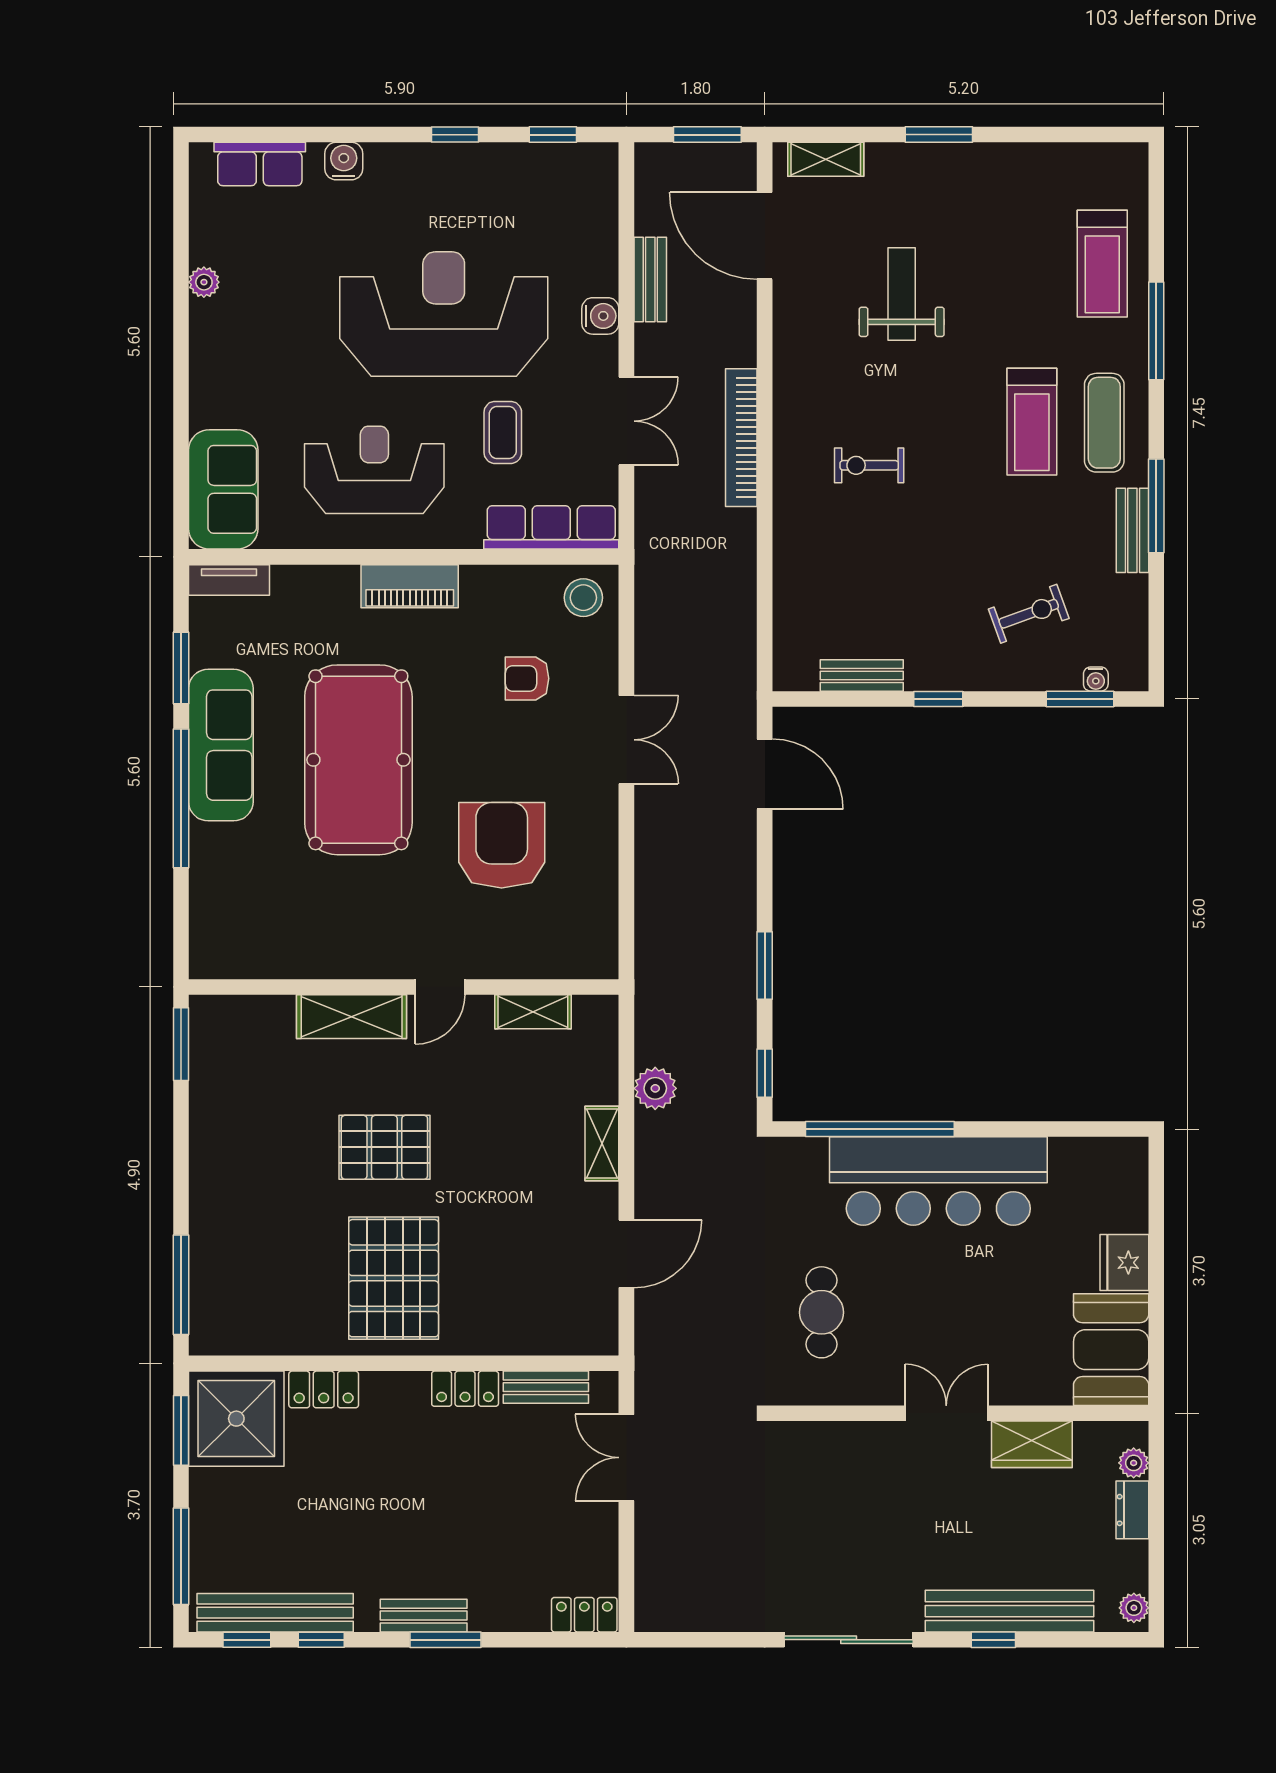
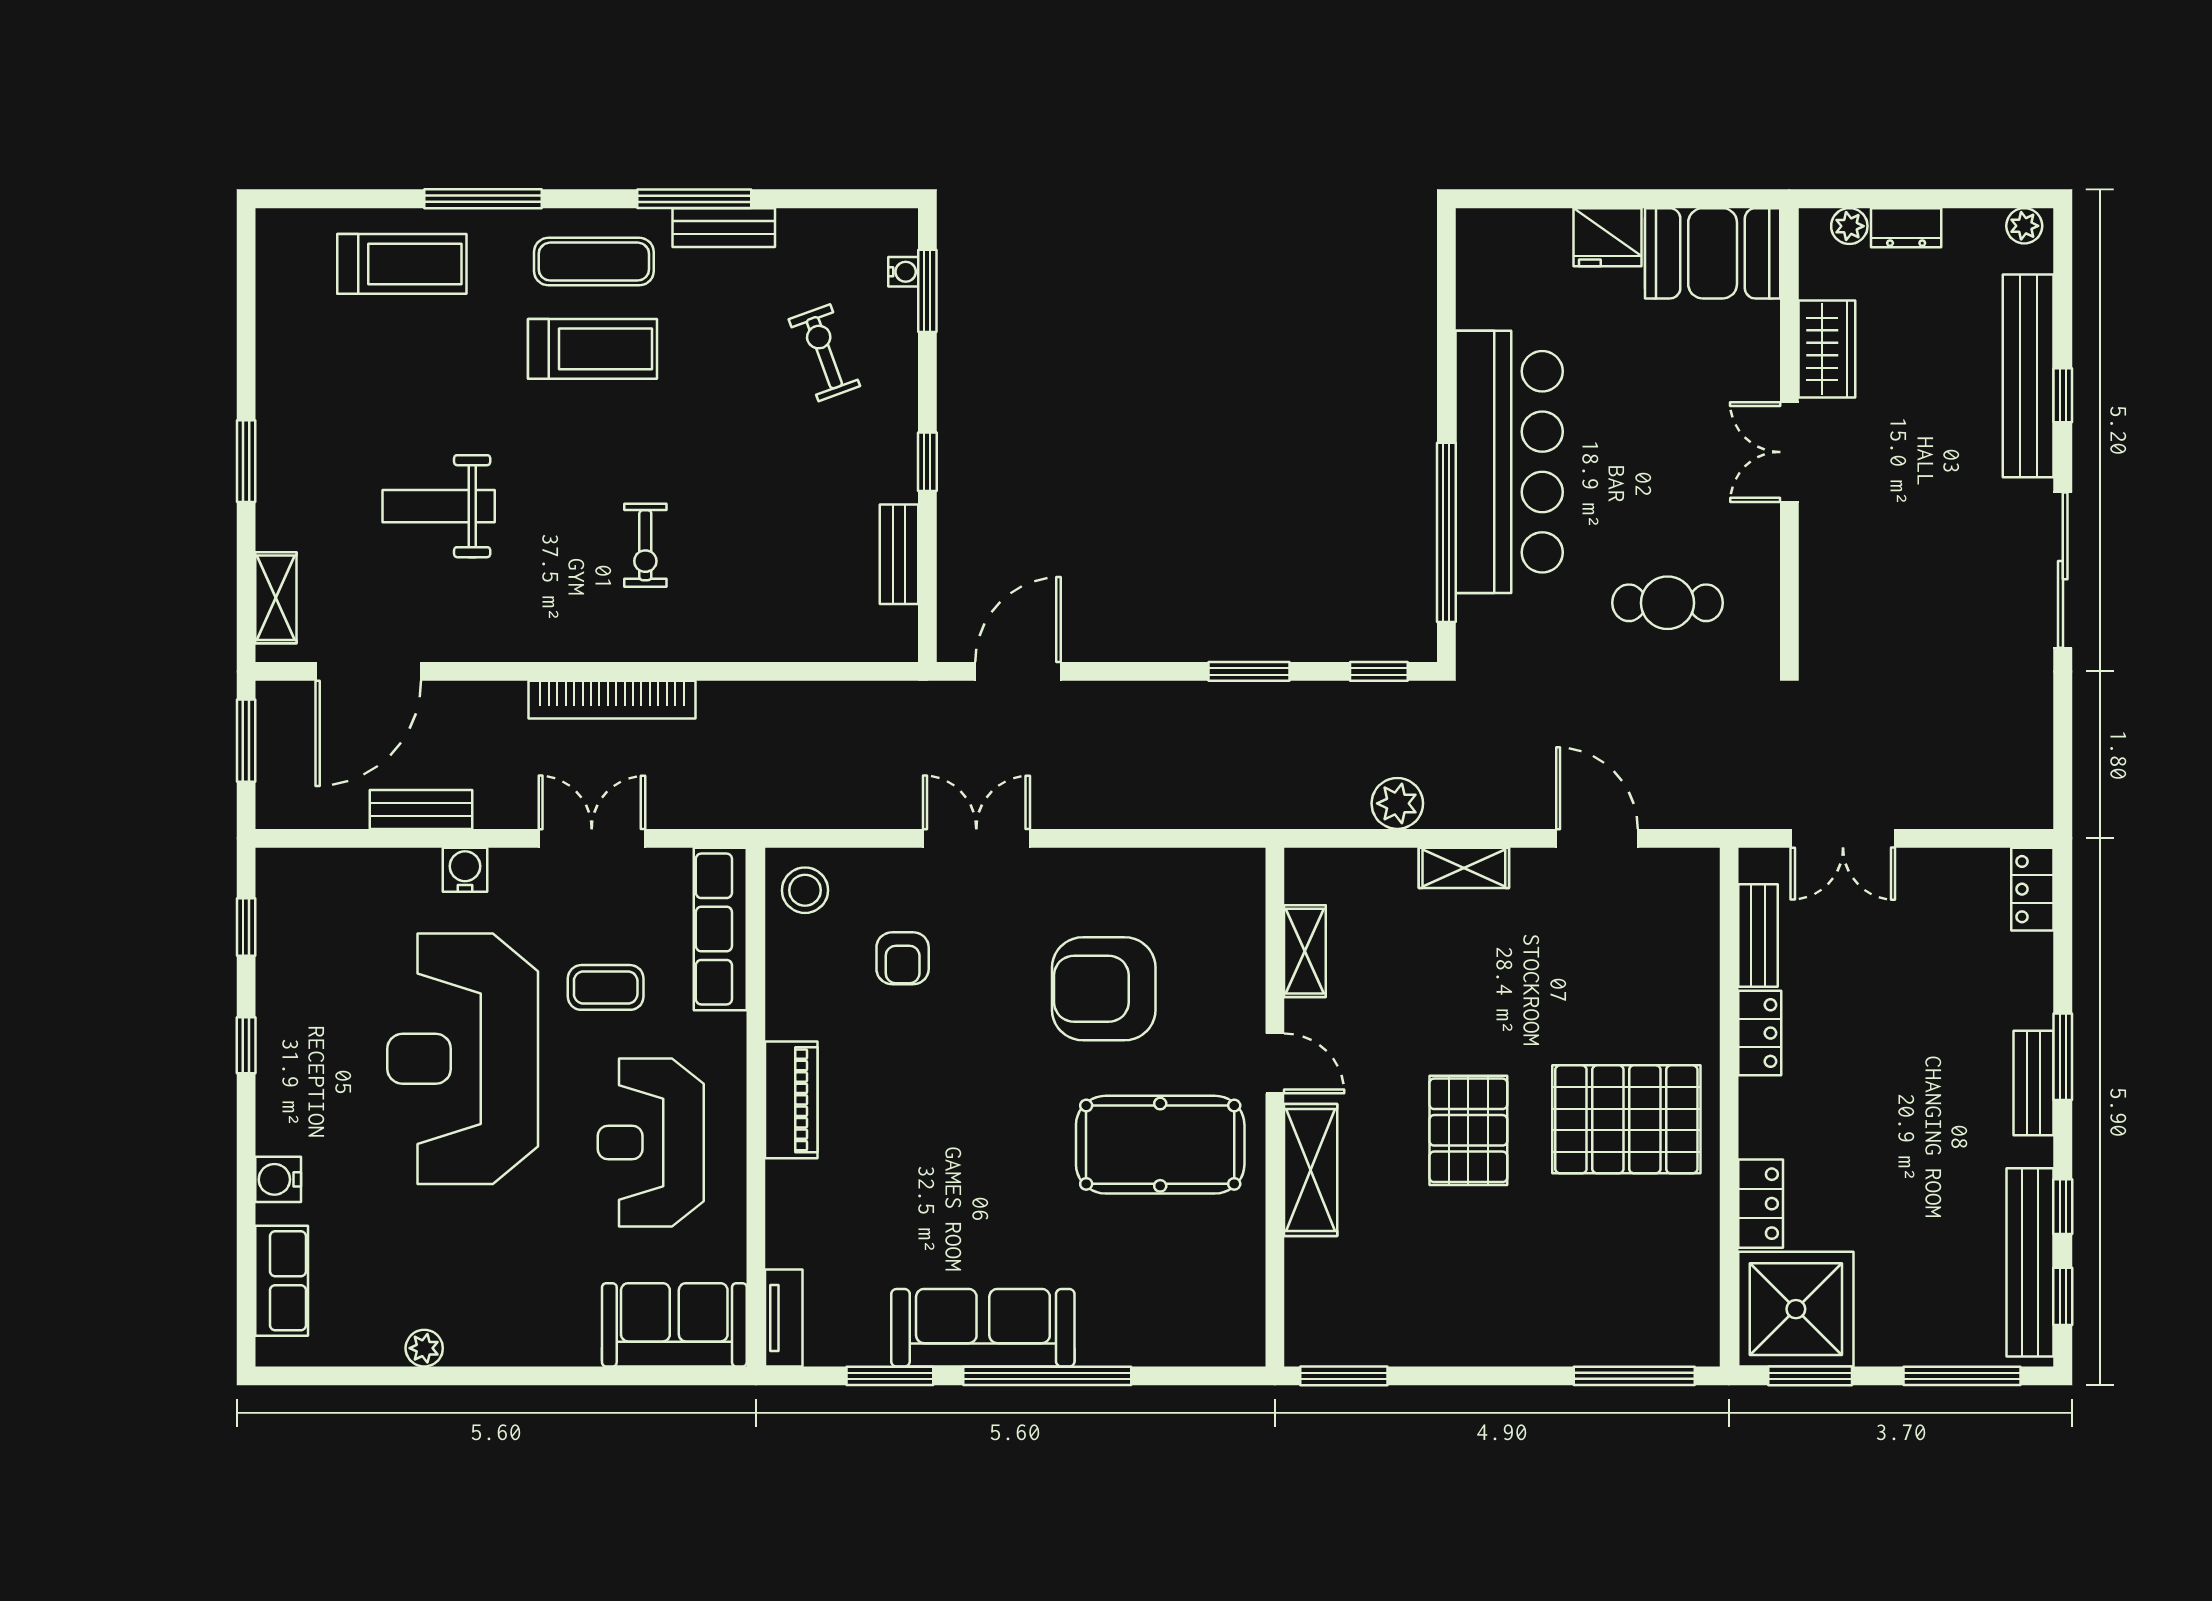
pool table: (358, 760) -> (1160, 1145), moved, width x0.73, depth x0.76

